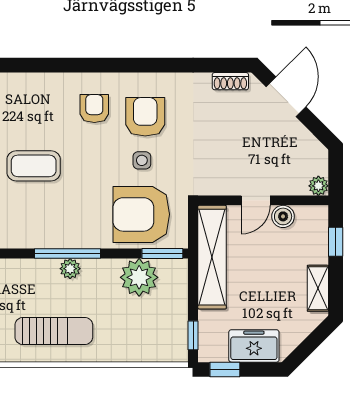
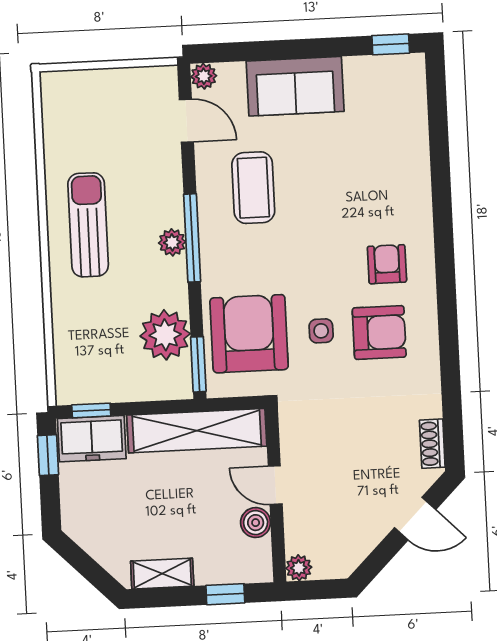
door: (286, 97) -> (415, 519), width x0.73
armchair: (94, 109) -> (387, 264), turned -90
coffee table: (34, 166) -> (253, 188), moved
sun lounger: (54, 331) -> (88, 225), turned 180
freezer: (254, 346) -> (92, 439), moved, turned 90

